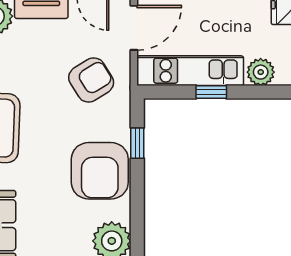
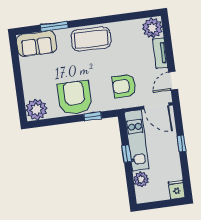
armchair: (91, 80) -> (124, 86), turned 122
armchair: (100, 171) -> (74, 98), turned 90

